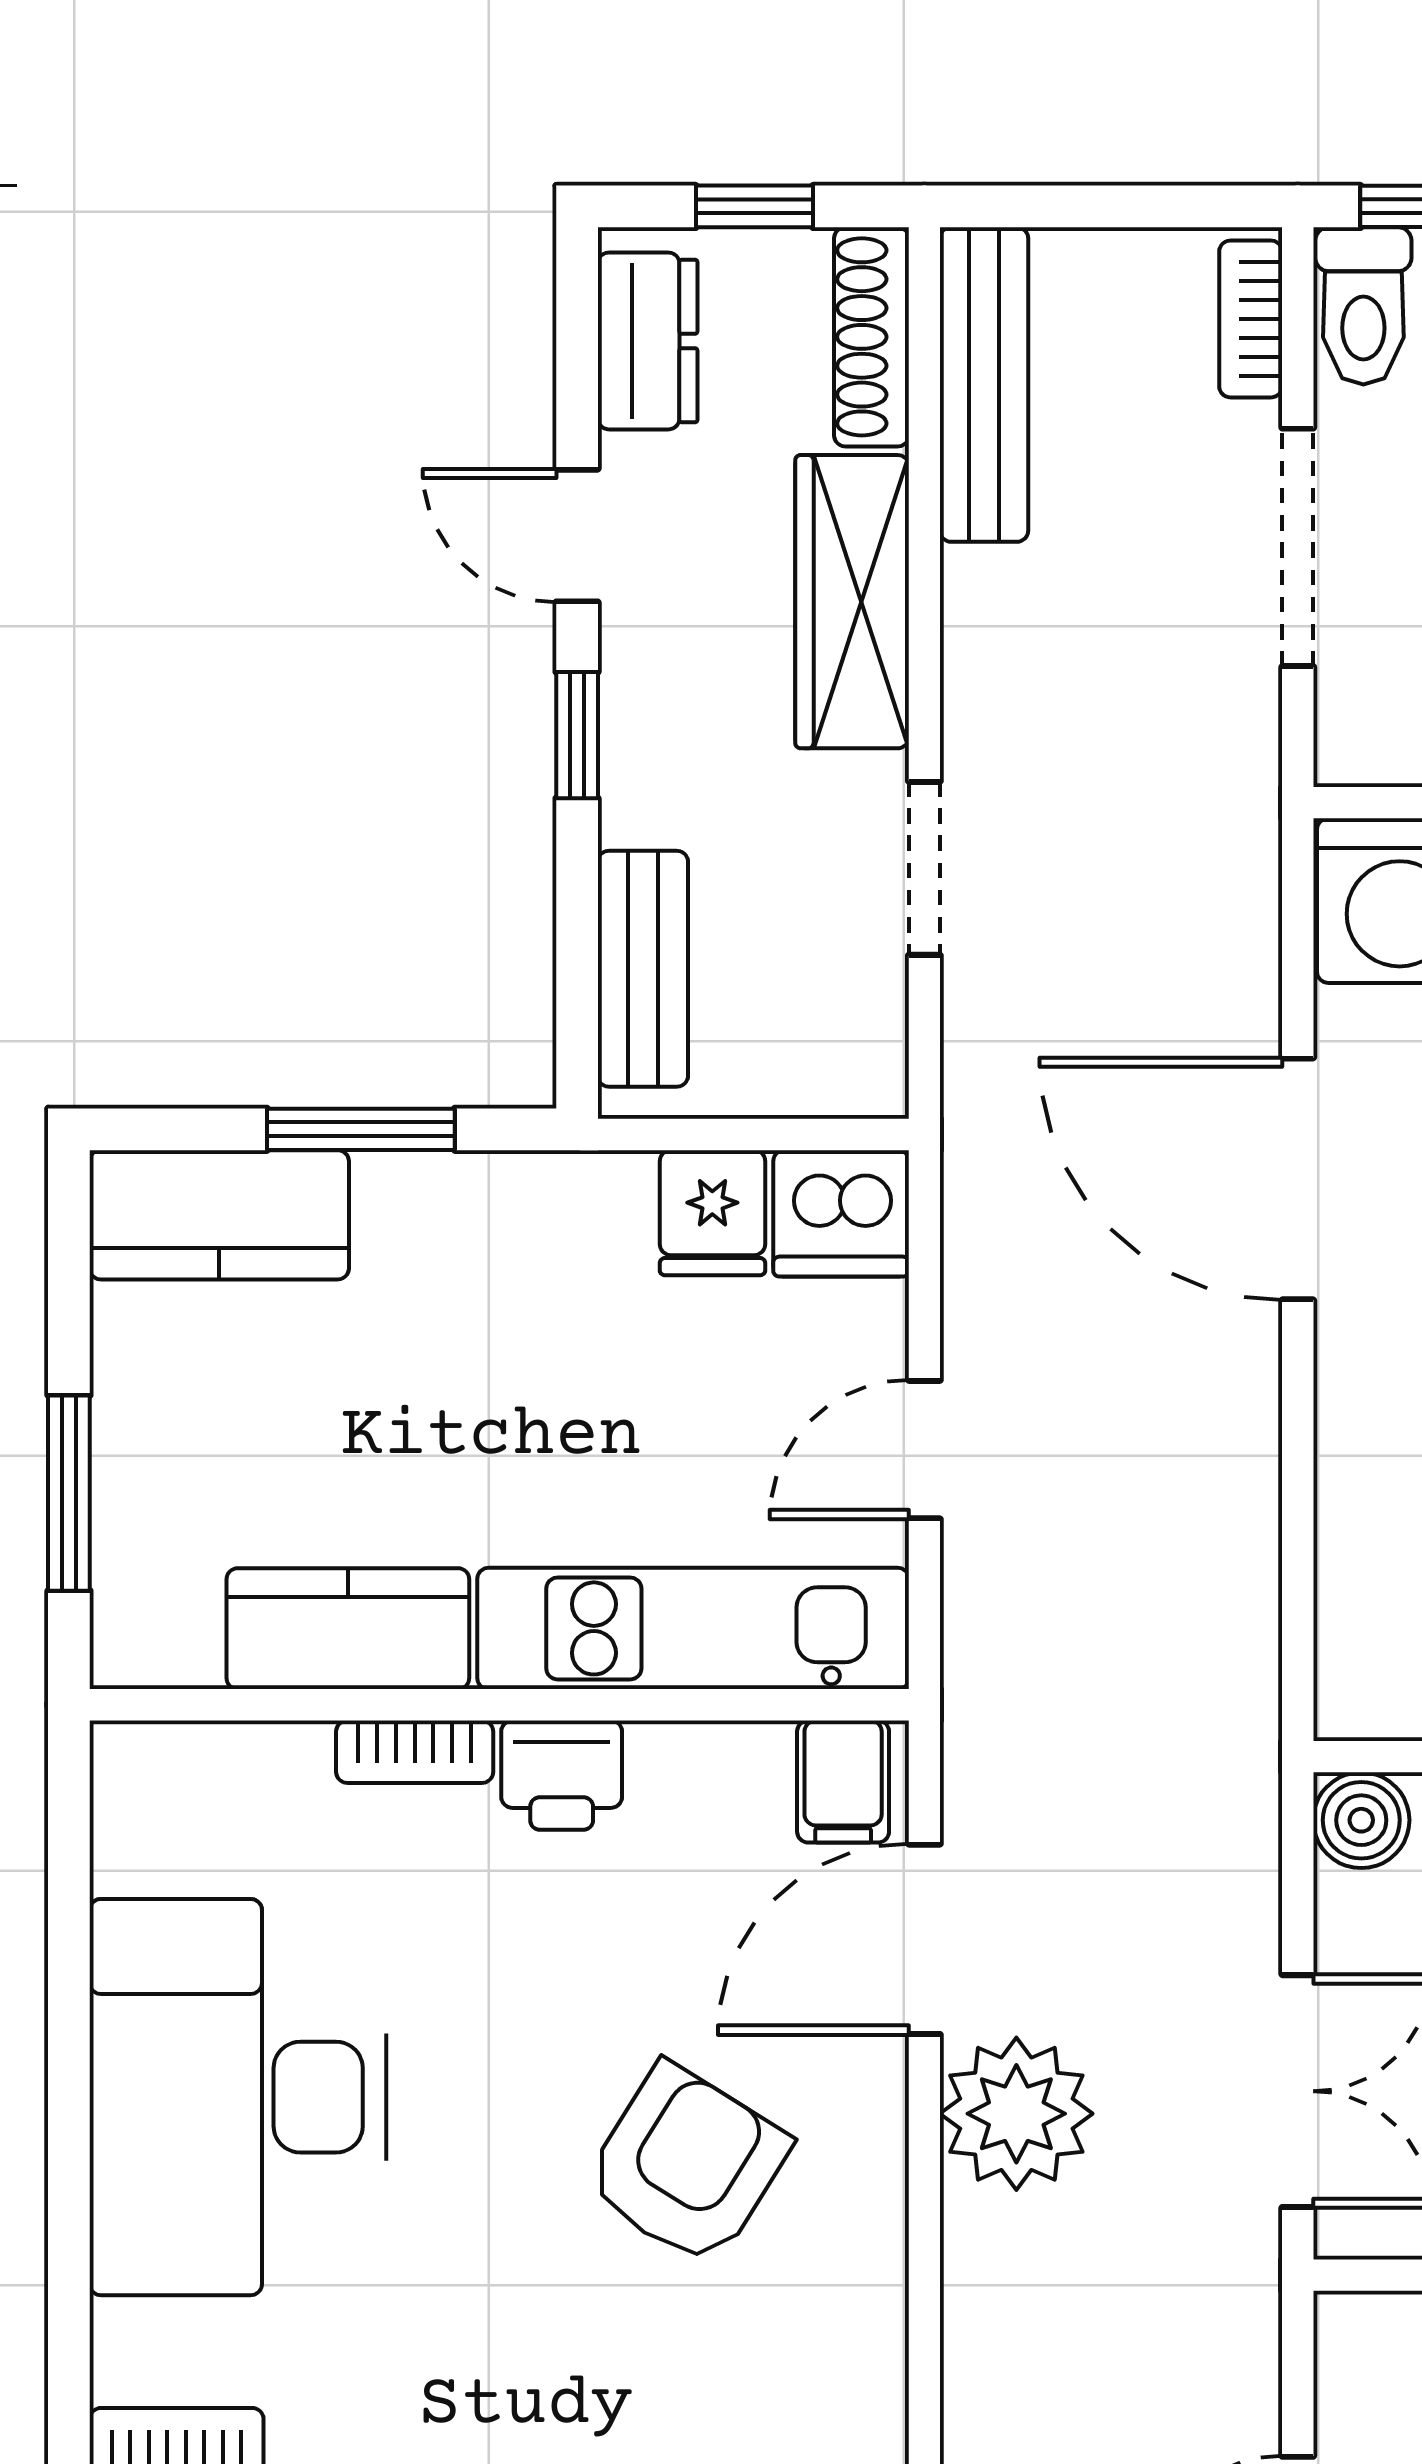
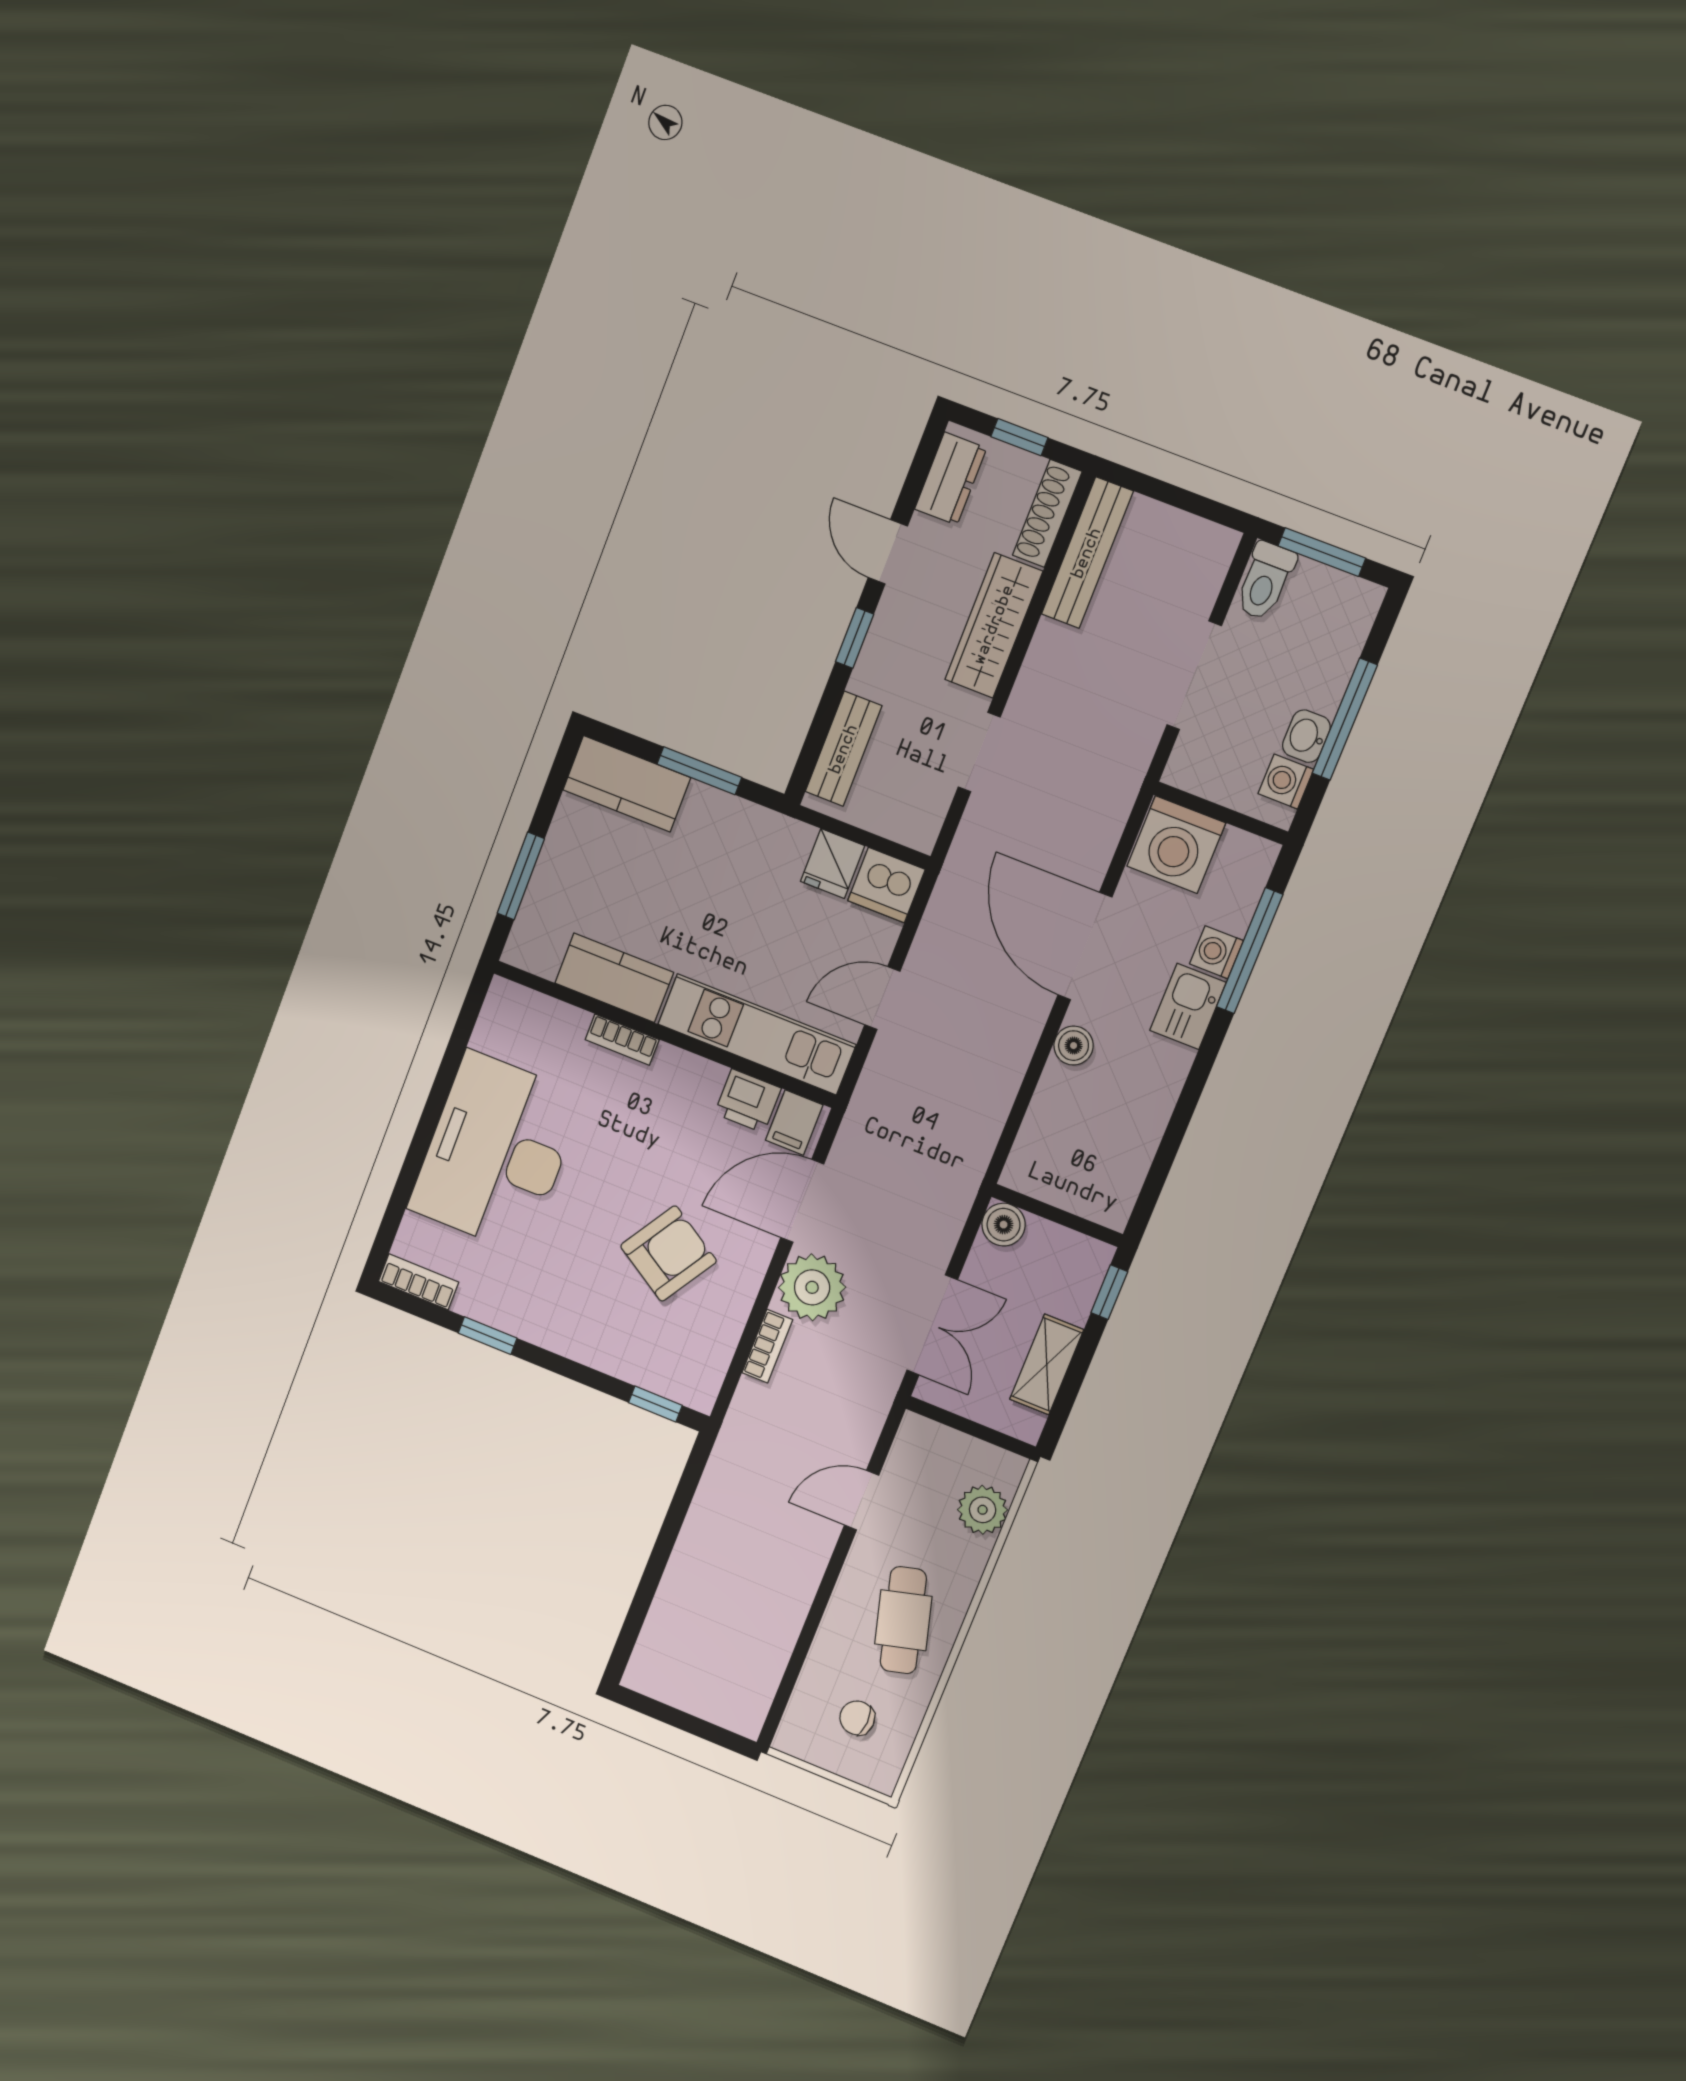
bookcase: (1251, 319) -> (767, 1346), moved, turned 180
boiler: (1356, 1392) -> (1074, 1046), added
printer: (562, 1775) -> (748, 1101), moved

